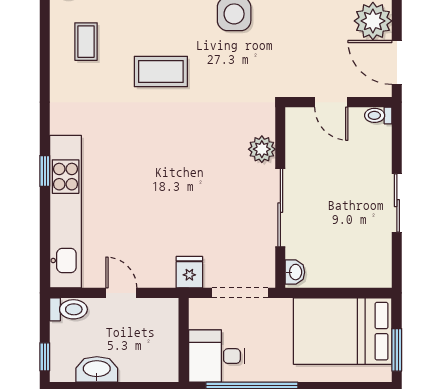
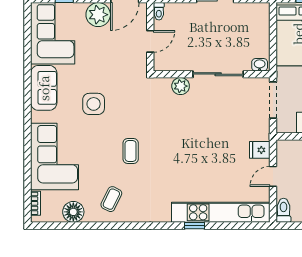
coffee table: (86, 42) -> (111, 199), turned -64
coffee table: (161, 71) -> (131, 151), width x0.73, depth x0.77
fridge: (189, 272) -> (260, 150), moved

